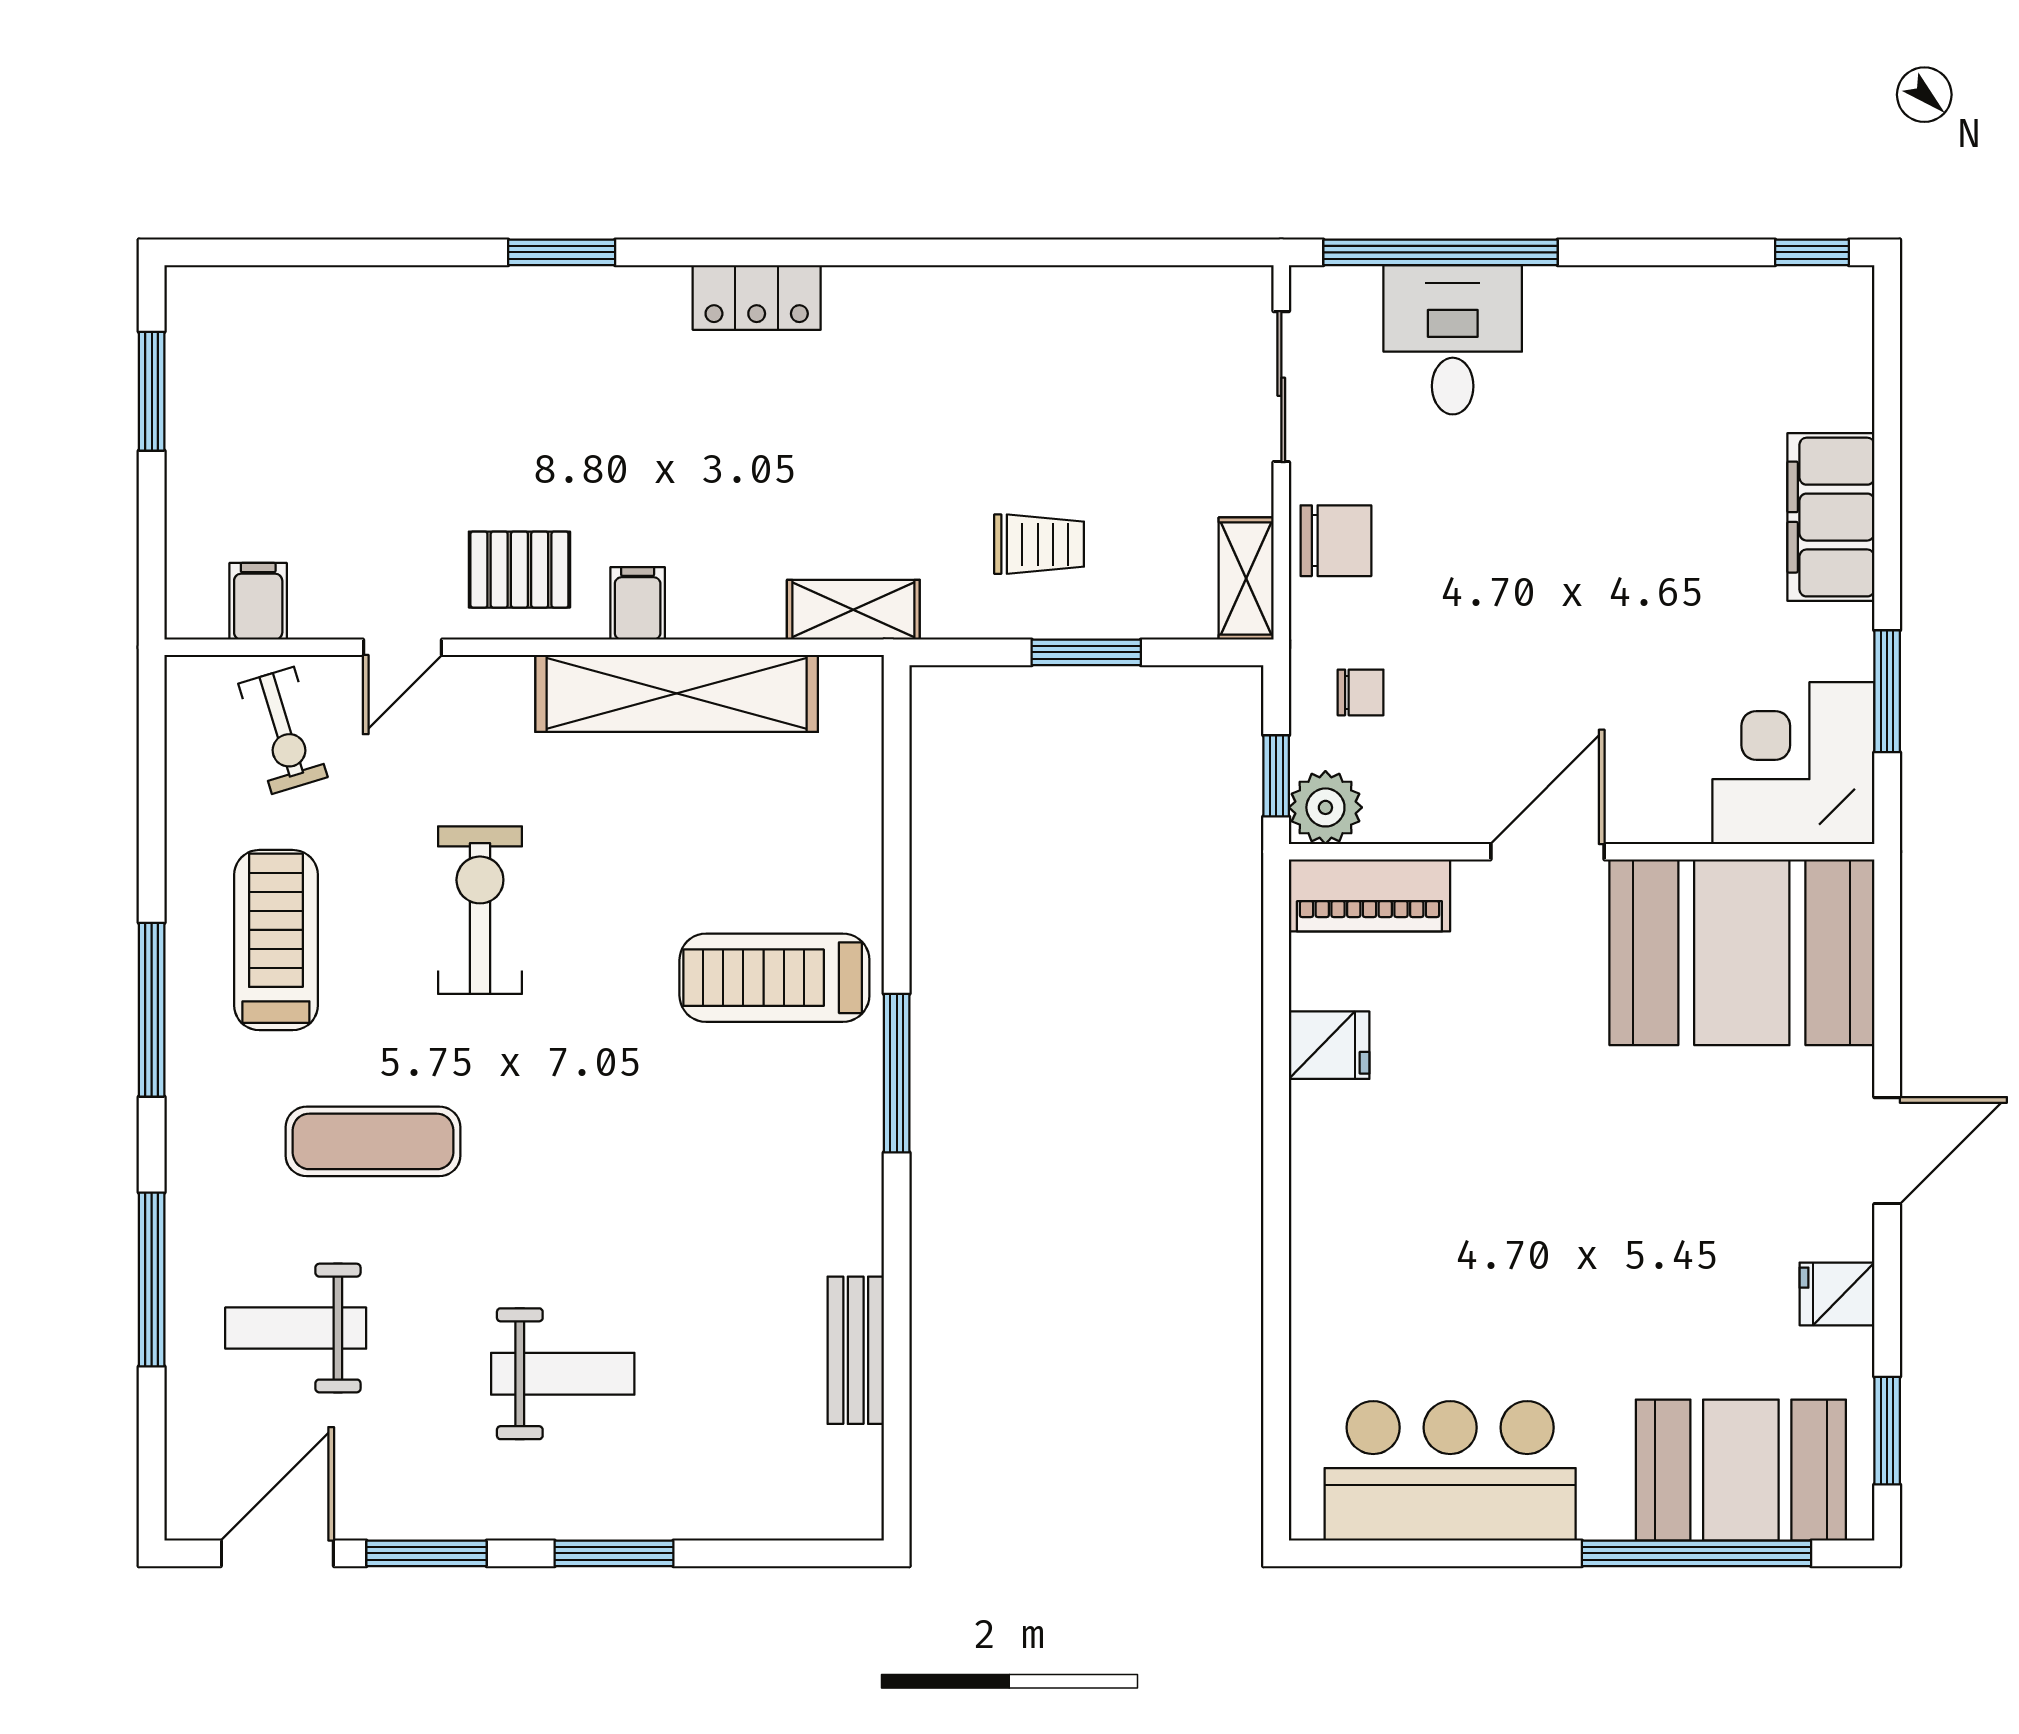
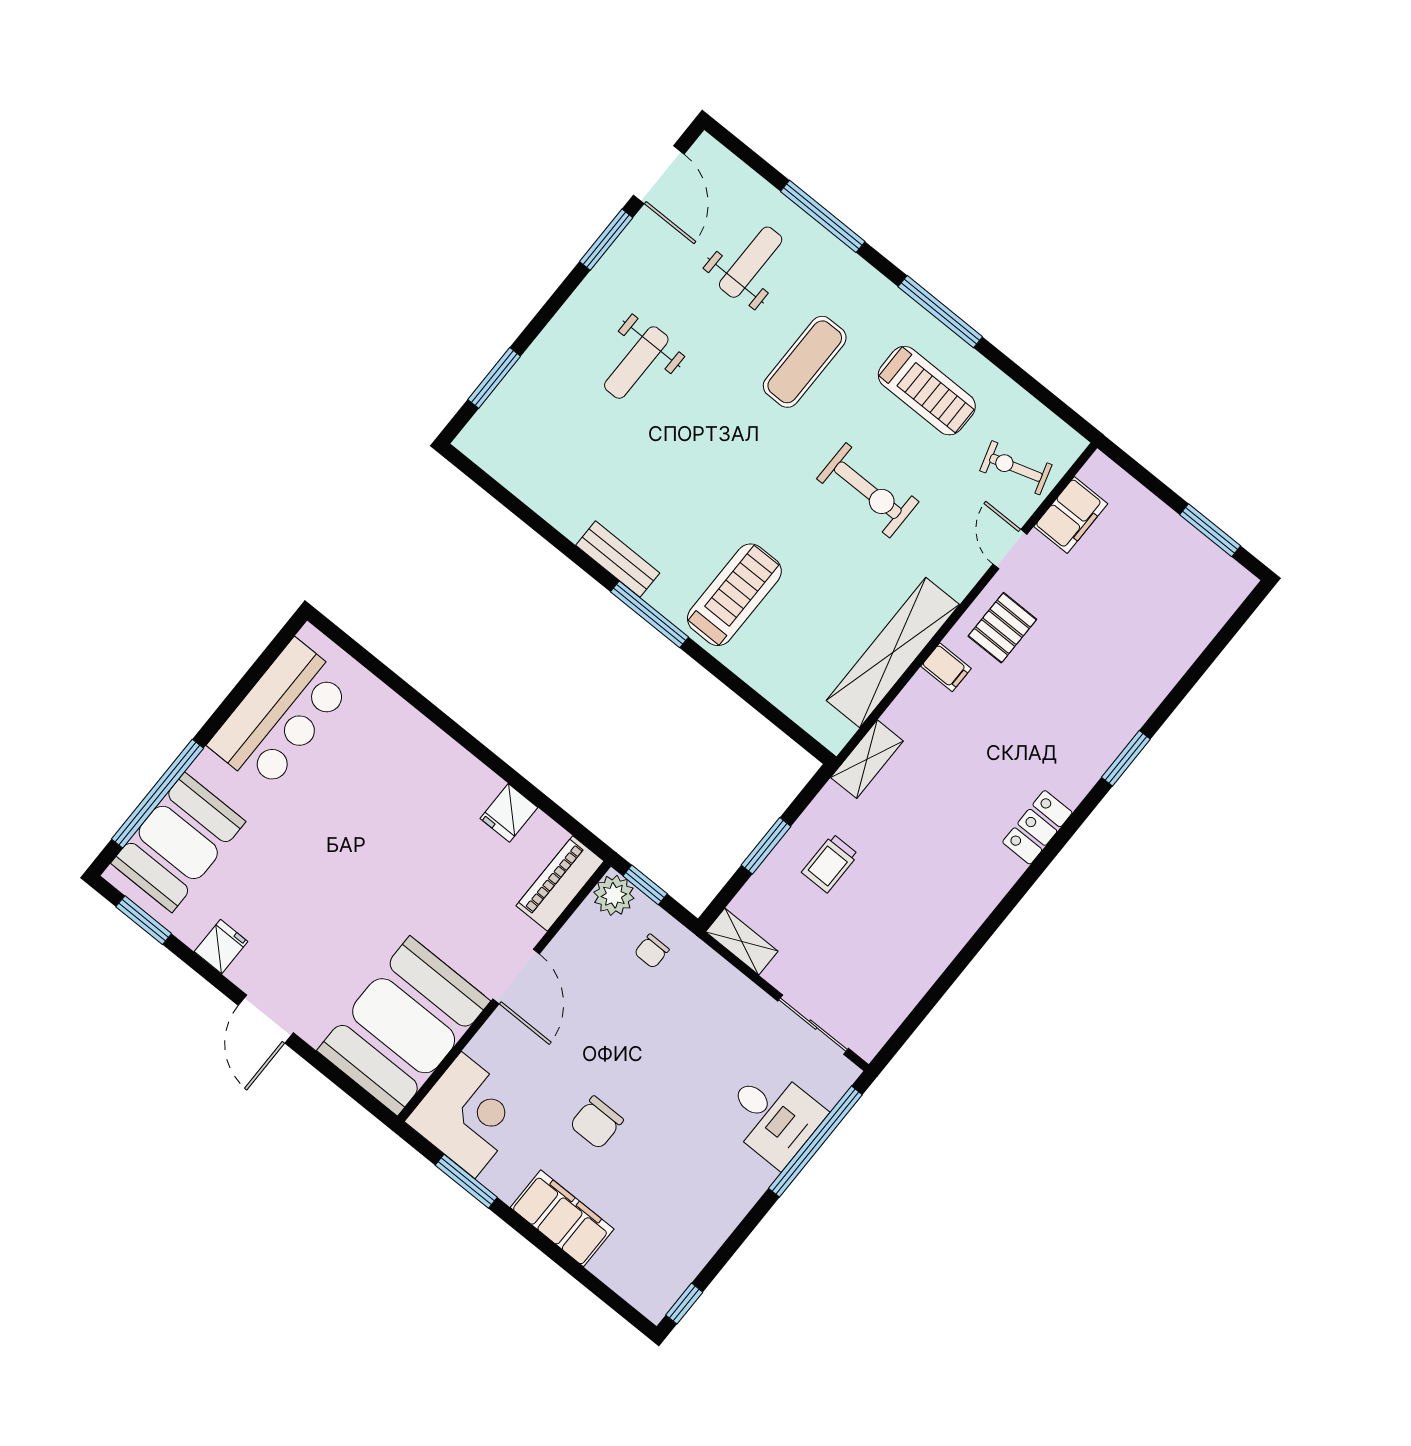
chair: (1336, 541) -> (597, 1123), moved
filing cabinet: (258, 601) -> (1071, 515), width x2.00
bench: (856, 1350) -> (618, 559), moved
window: (614, 1553) -> (494, 378), moved

